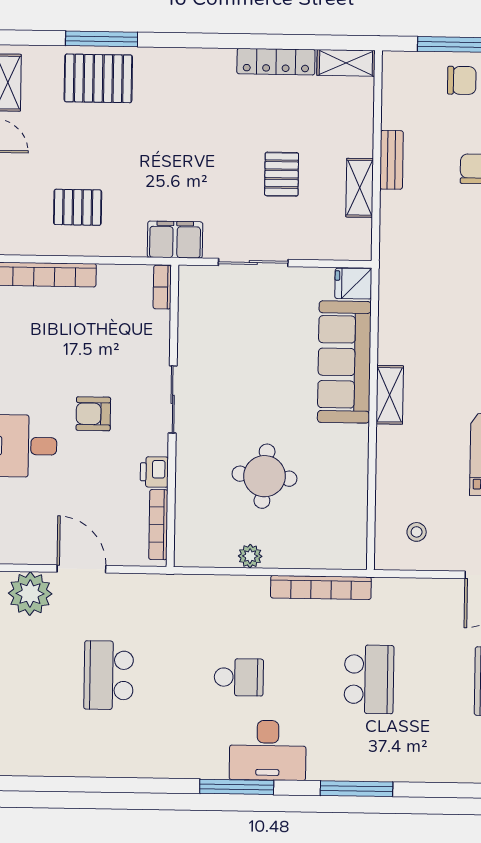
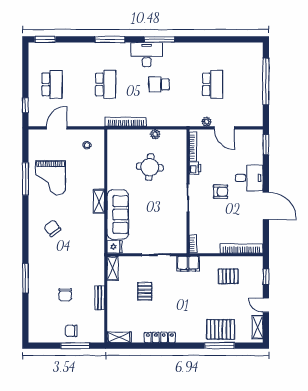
locker: (276, 62) -> (160, 337), moved
shelving: (360, 188) -> (113, 268), moved
plant: (30, 594) -> (207, 122), moved, width x0.53, depth x0.53
school desk: (369, 679) -> (106, 84), turned 180

